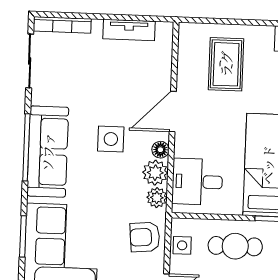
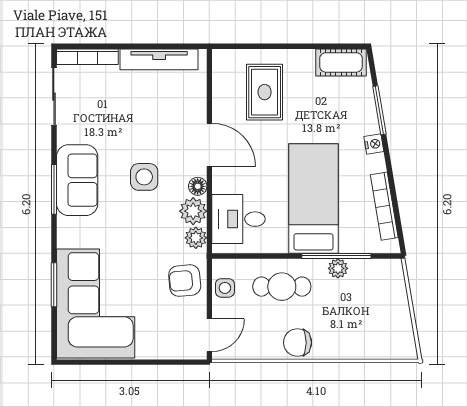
tv unit: (129, 30) -> (159, 59), width x1.41
door: (173, 111) -> (209, 145), swing flipped
window: (26, 147) -> (54, 189), width x0.69
sofa: (48, 152) -> (77, 180), width x0.73

